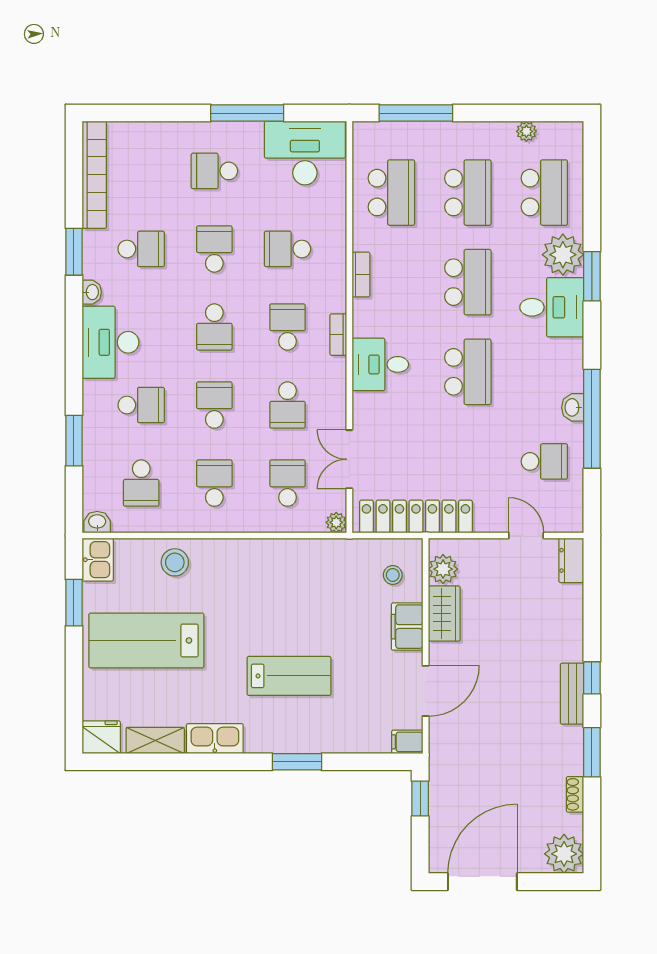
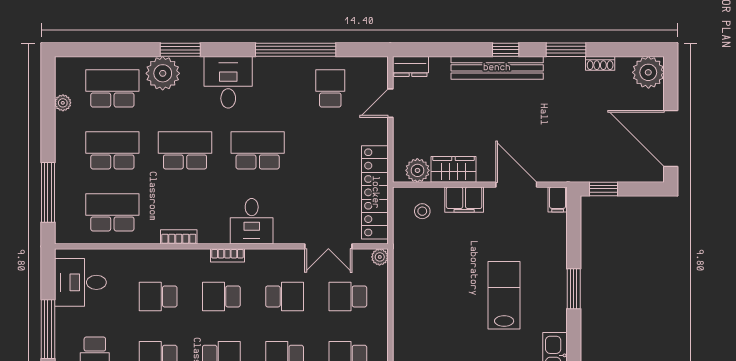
desk: (305, 153) -> (80, 282), width x0.73
school desk: (287, 249) -> (158, 296), turned 90
desk: (552, 307) -> (228, 82), moved
washbasin: (573, 407) -> (286, 65), removed
bench: (572, 694) -> (497, 68), width x1.86, depth x1.21

